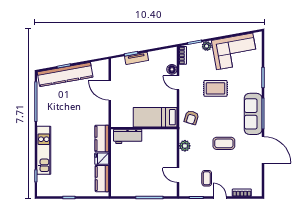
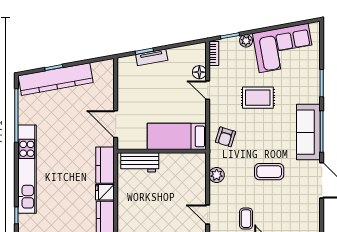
door: (110, 90) -> (116, 124), moved
kitchen unit: (44, 150) -> (27, 169), width x1.36

